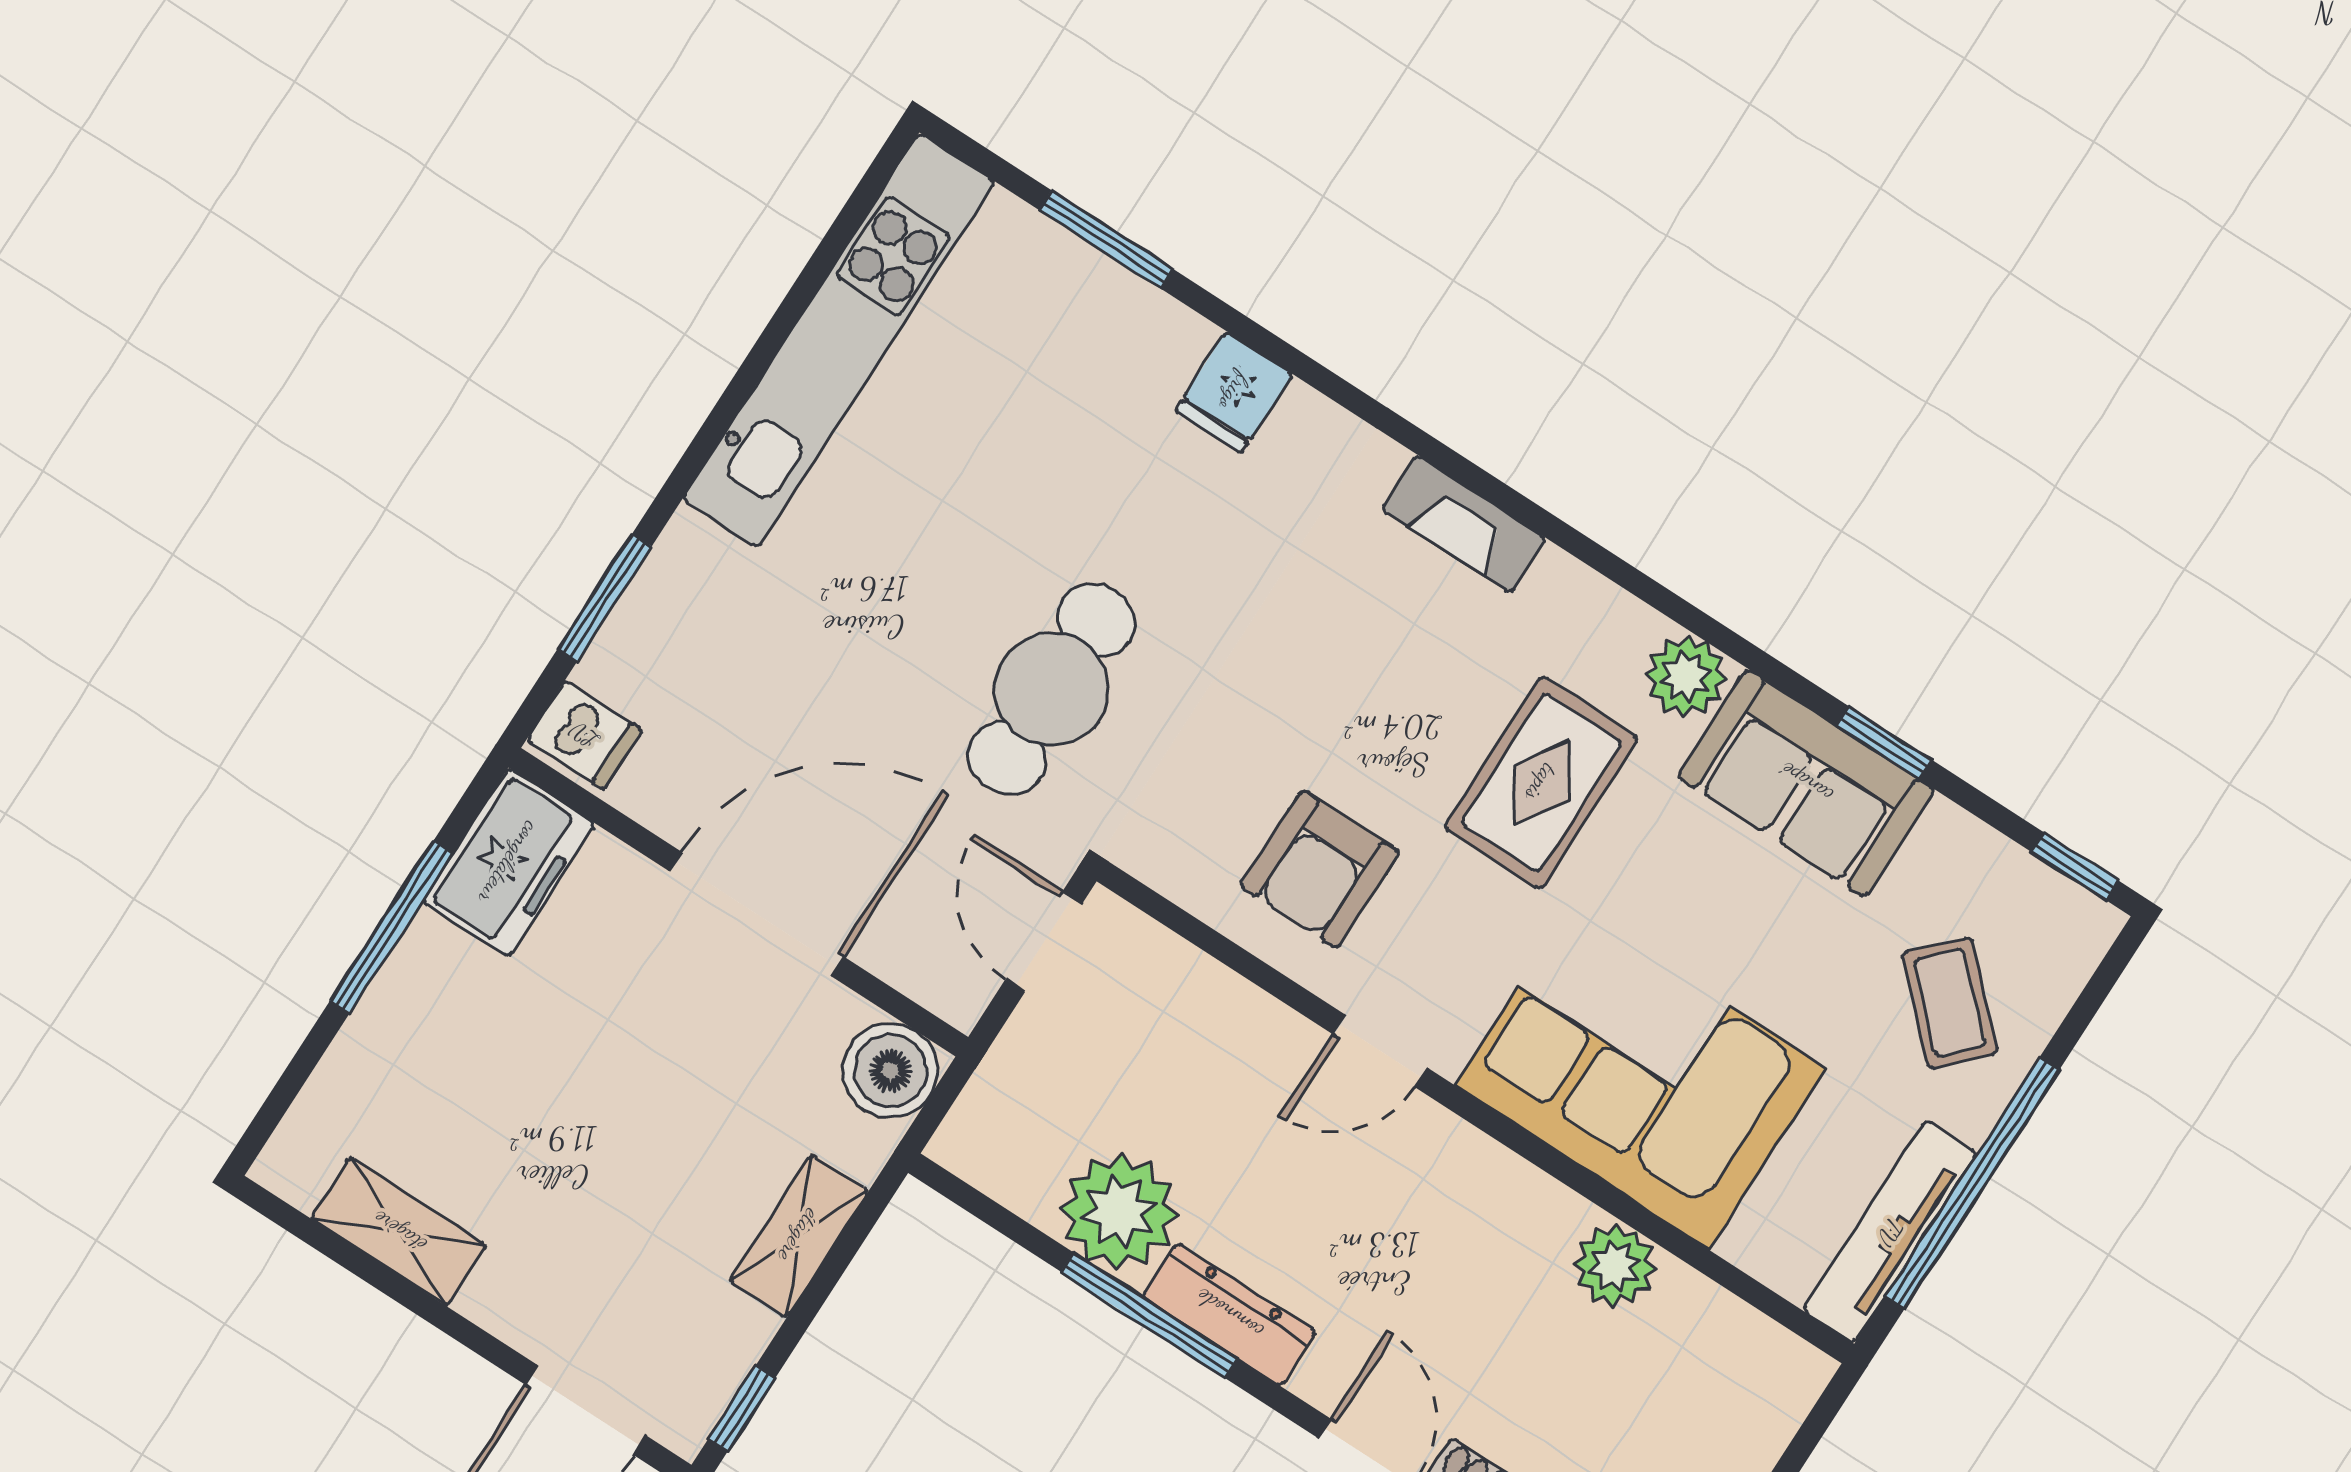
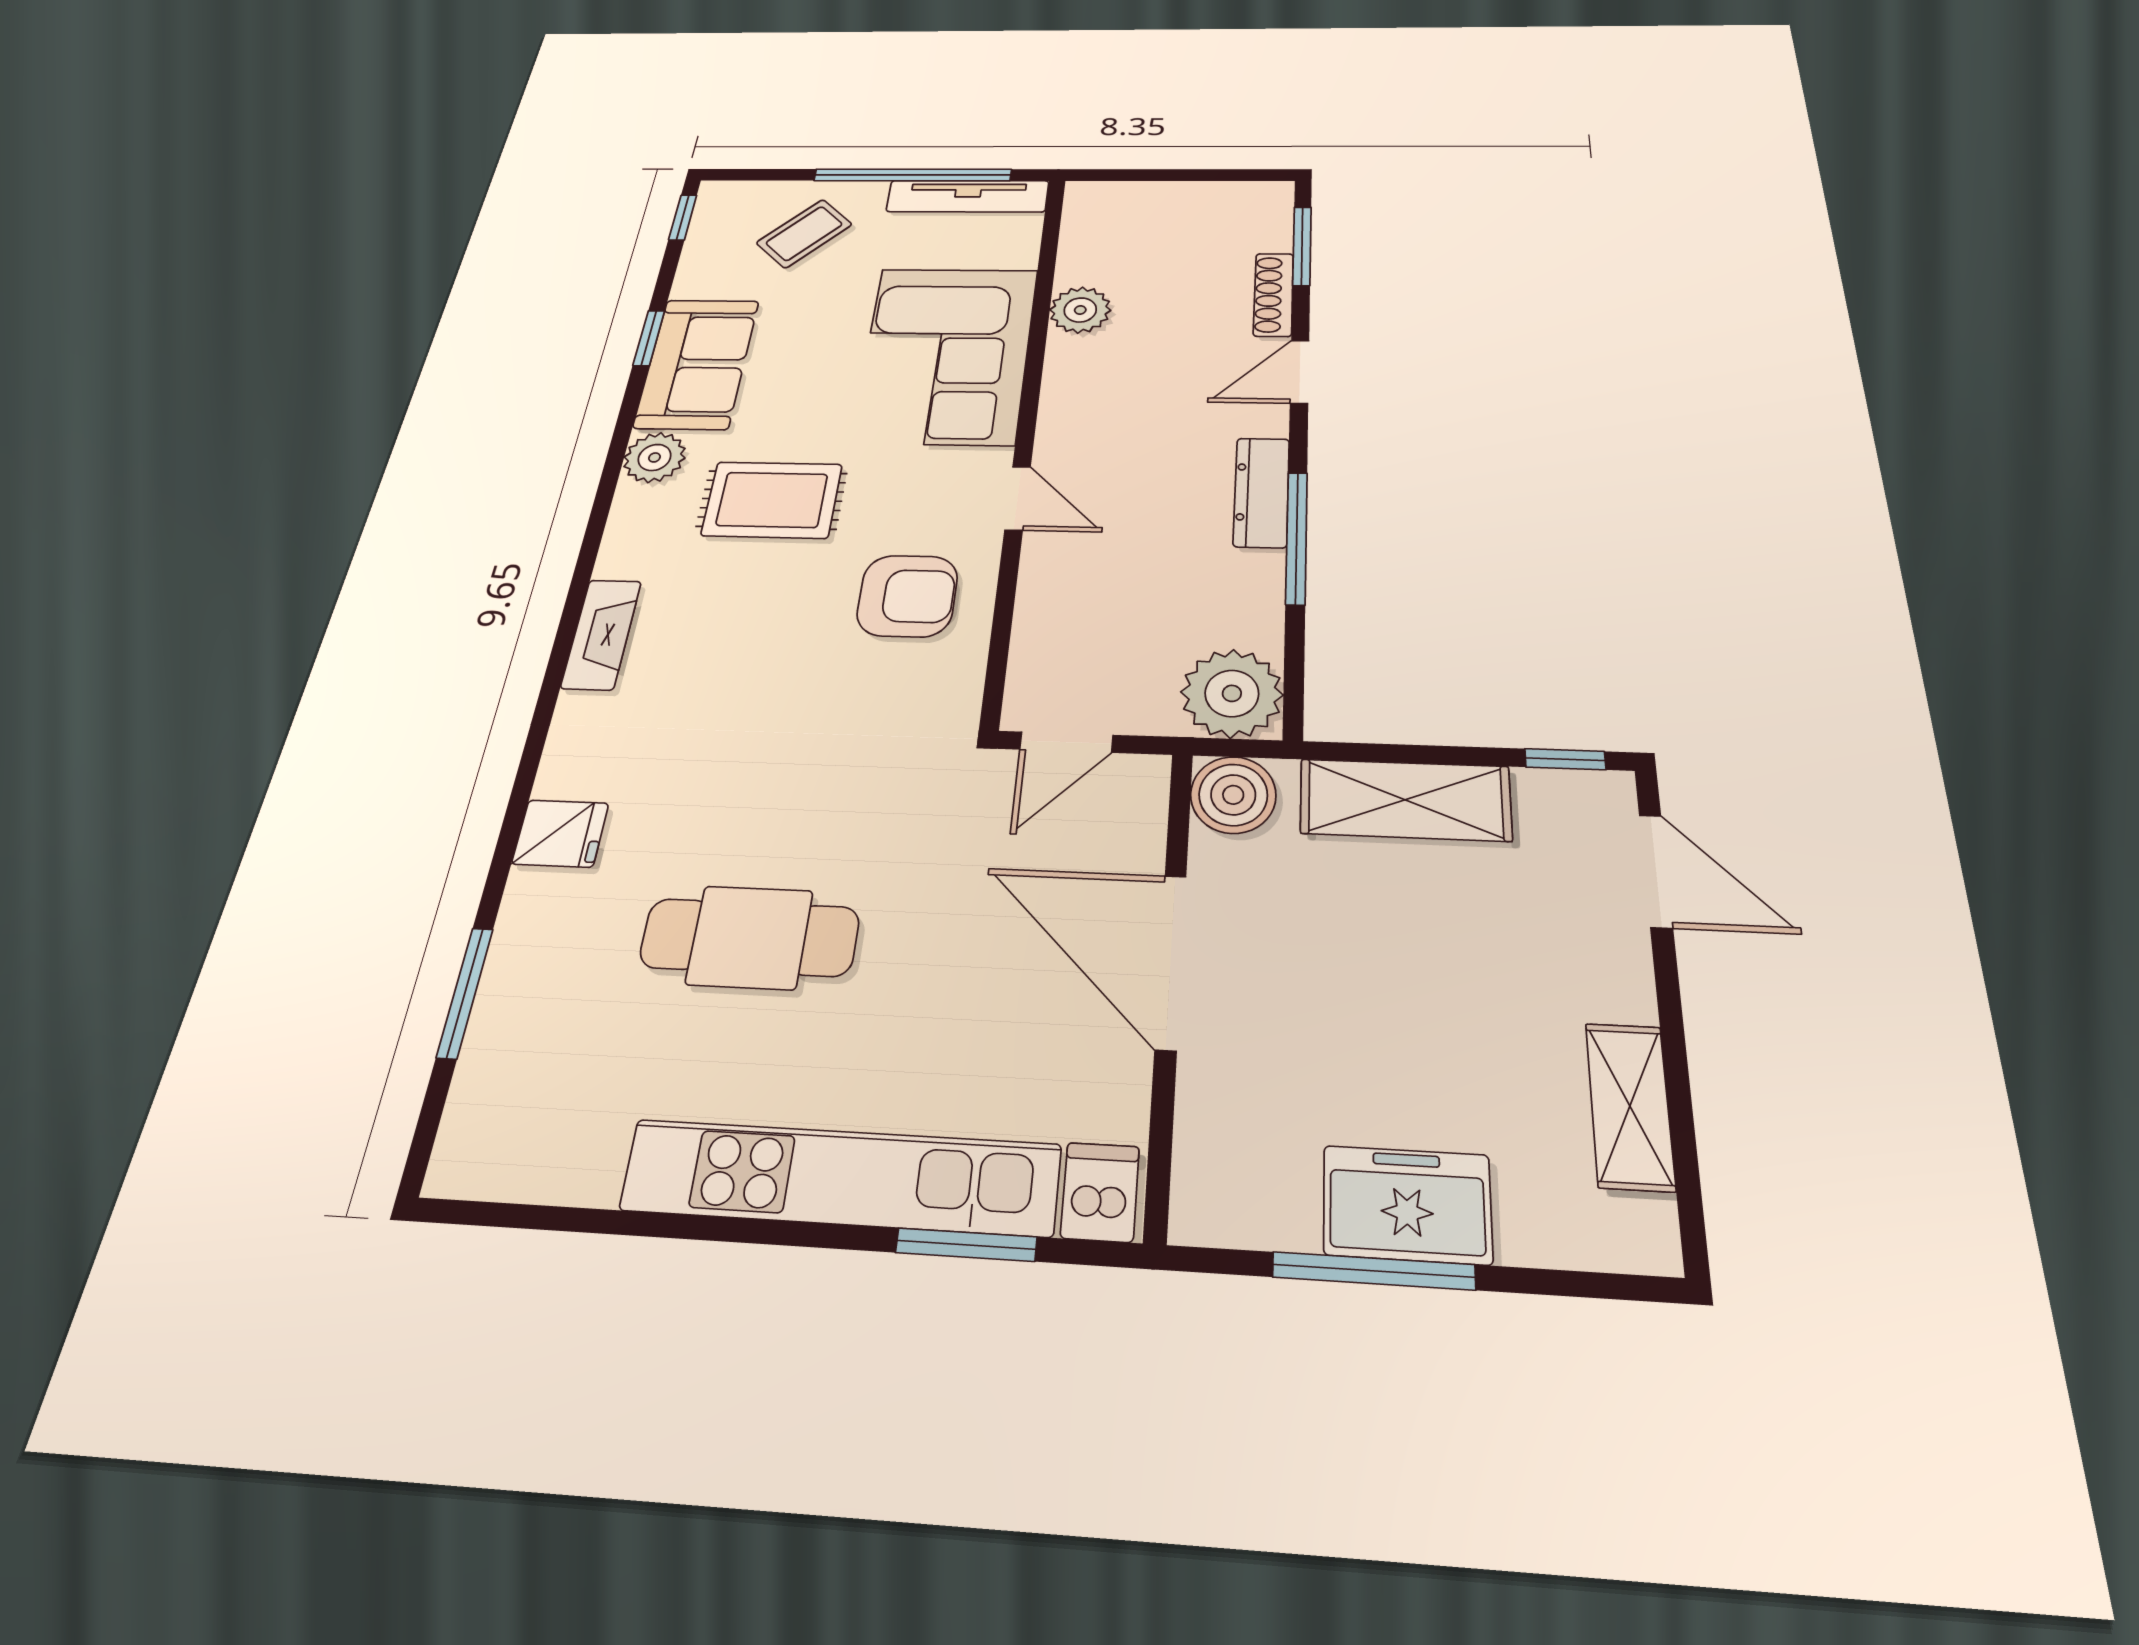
kitchen unit: (839, 340) -> (840, 1177), moved
cafe table: (1052, 689) -> (750, 937), moved
freezer: (509, 863) -> (1407, 1205), moved
plant: (1119, 1212) -> (1232, 693), moved
shelving: (799, 1236) -> (1405, 800), width x1.50, depth x1.33

